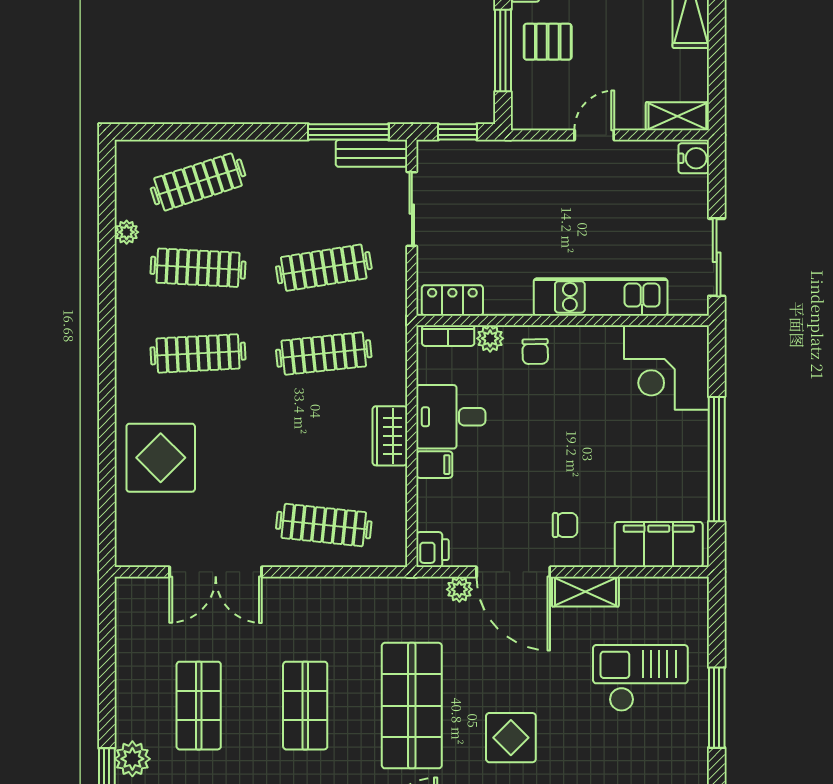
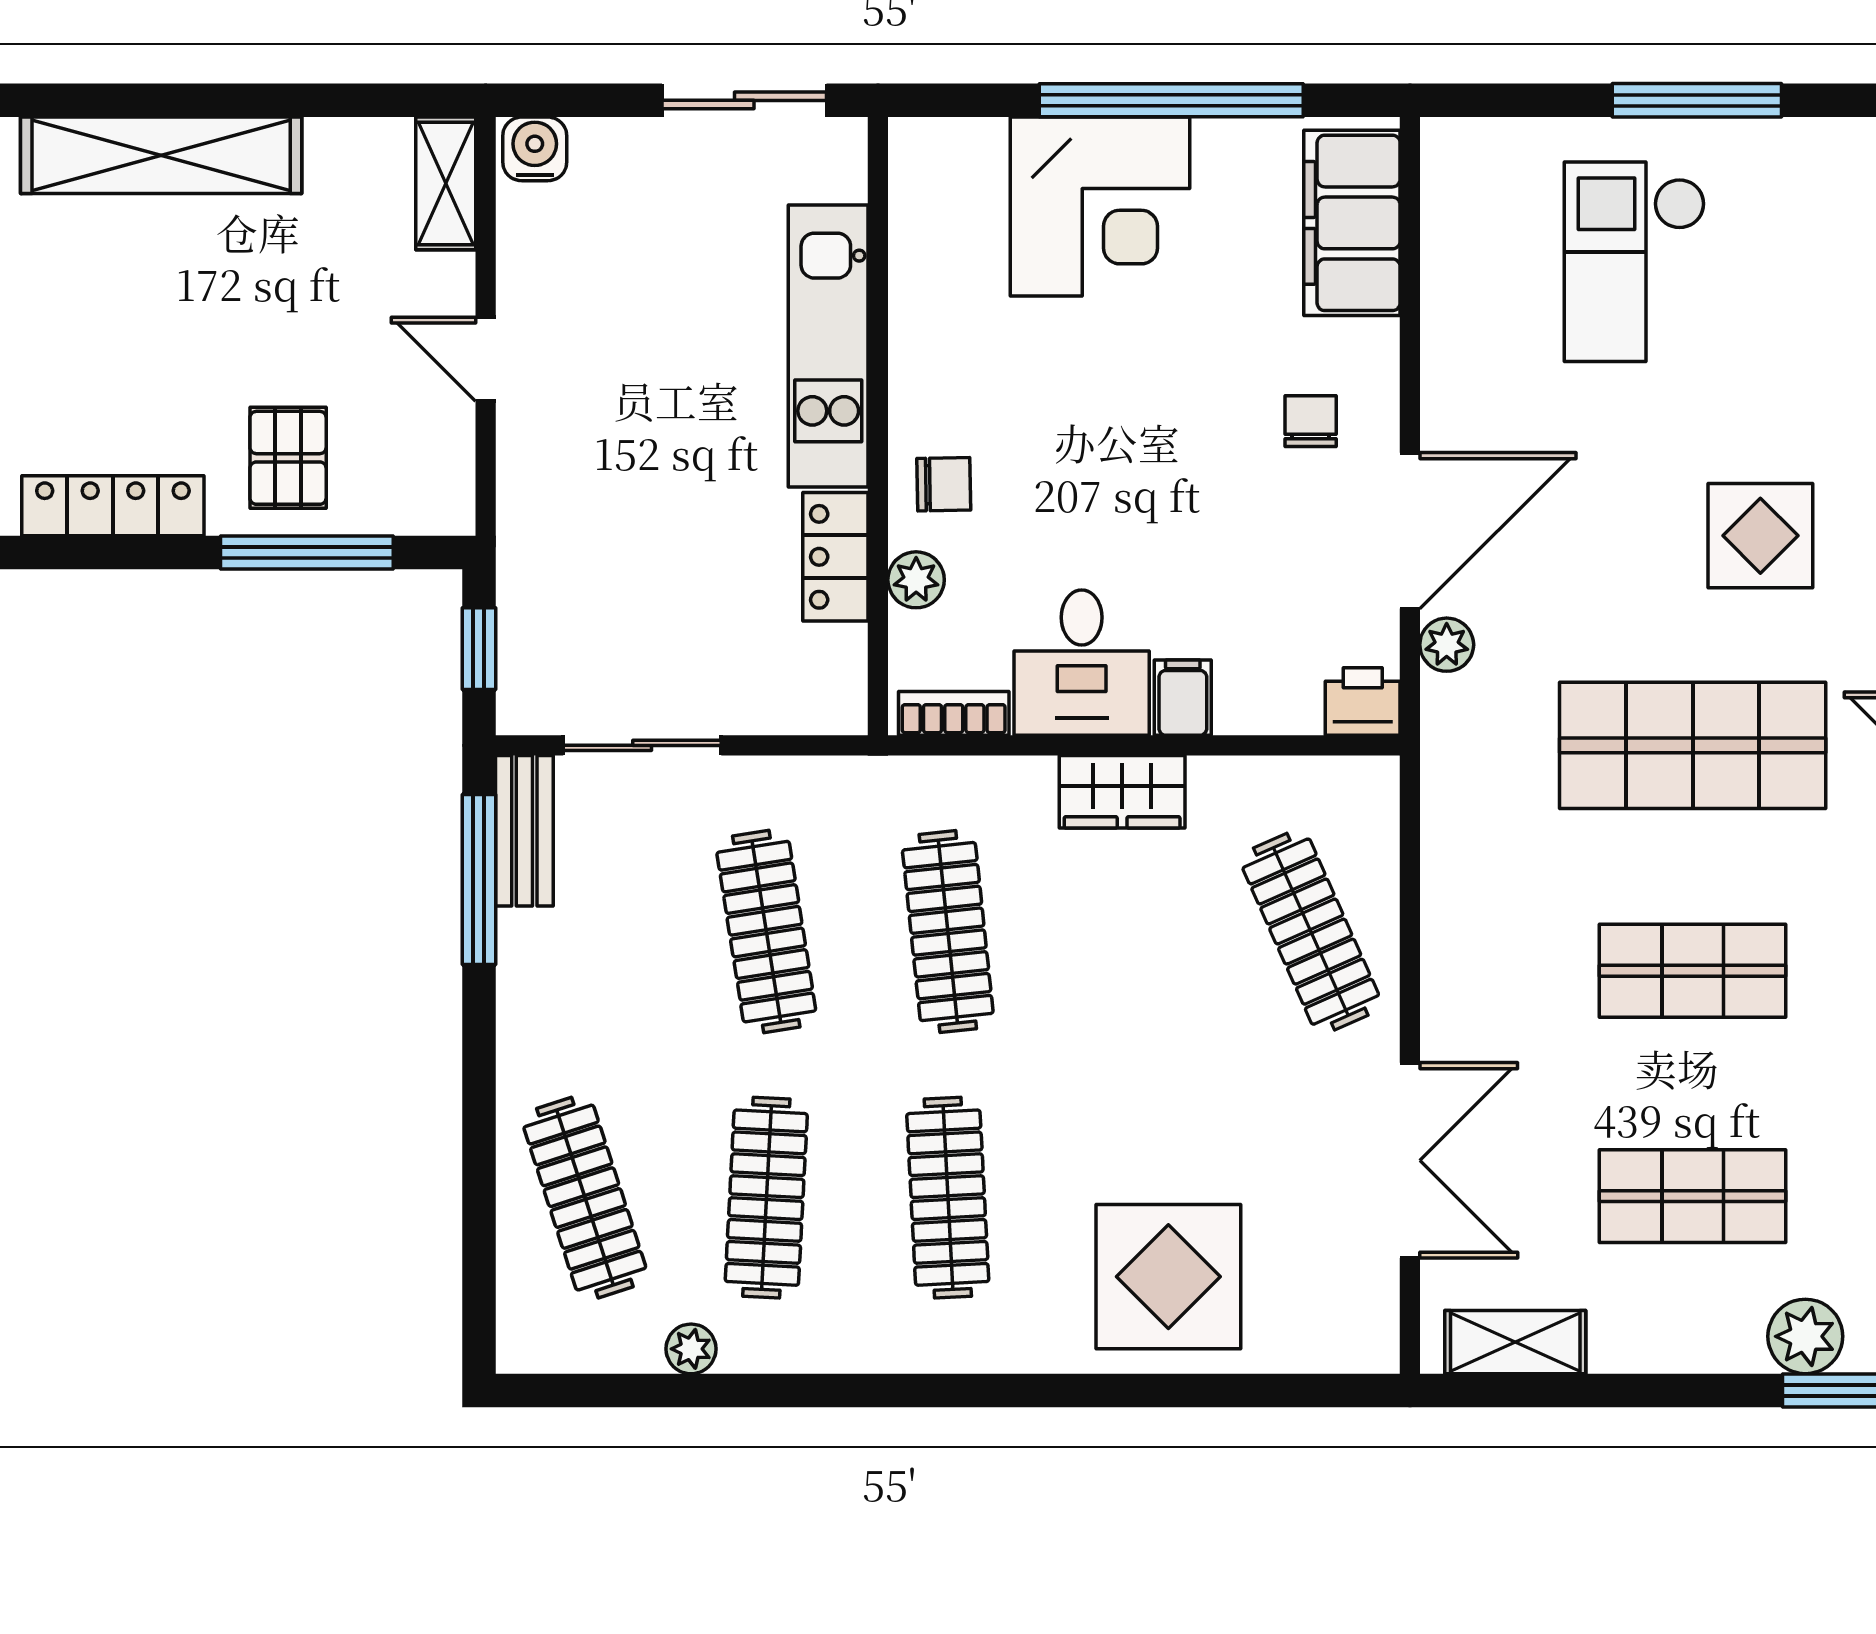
locker: (452, 300) -> (835, 557), moved
bookcase: (448, 336) -> (954, 713), moved, turned -90
corner desk: (666, 368) -> (1100, 207), moved
clothes rail: (324, 525) -> (1311, 932), turned -30
shelving: (585, 592) -> (1515, 1342), moved, turned 90

